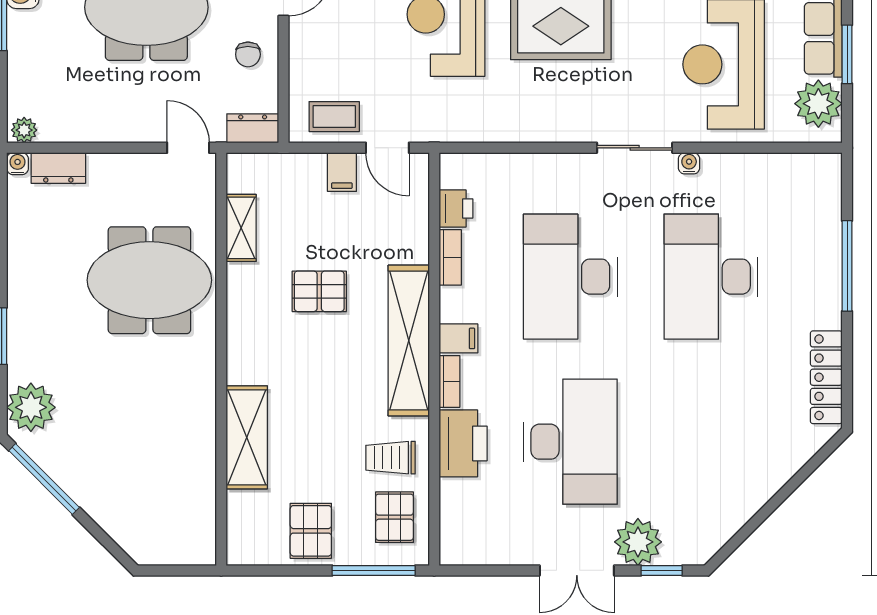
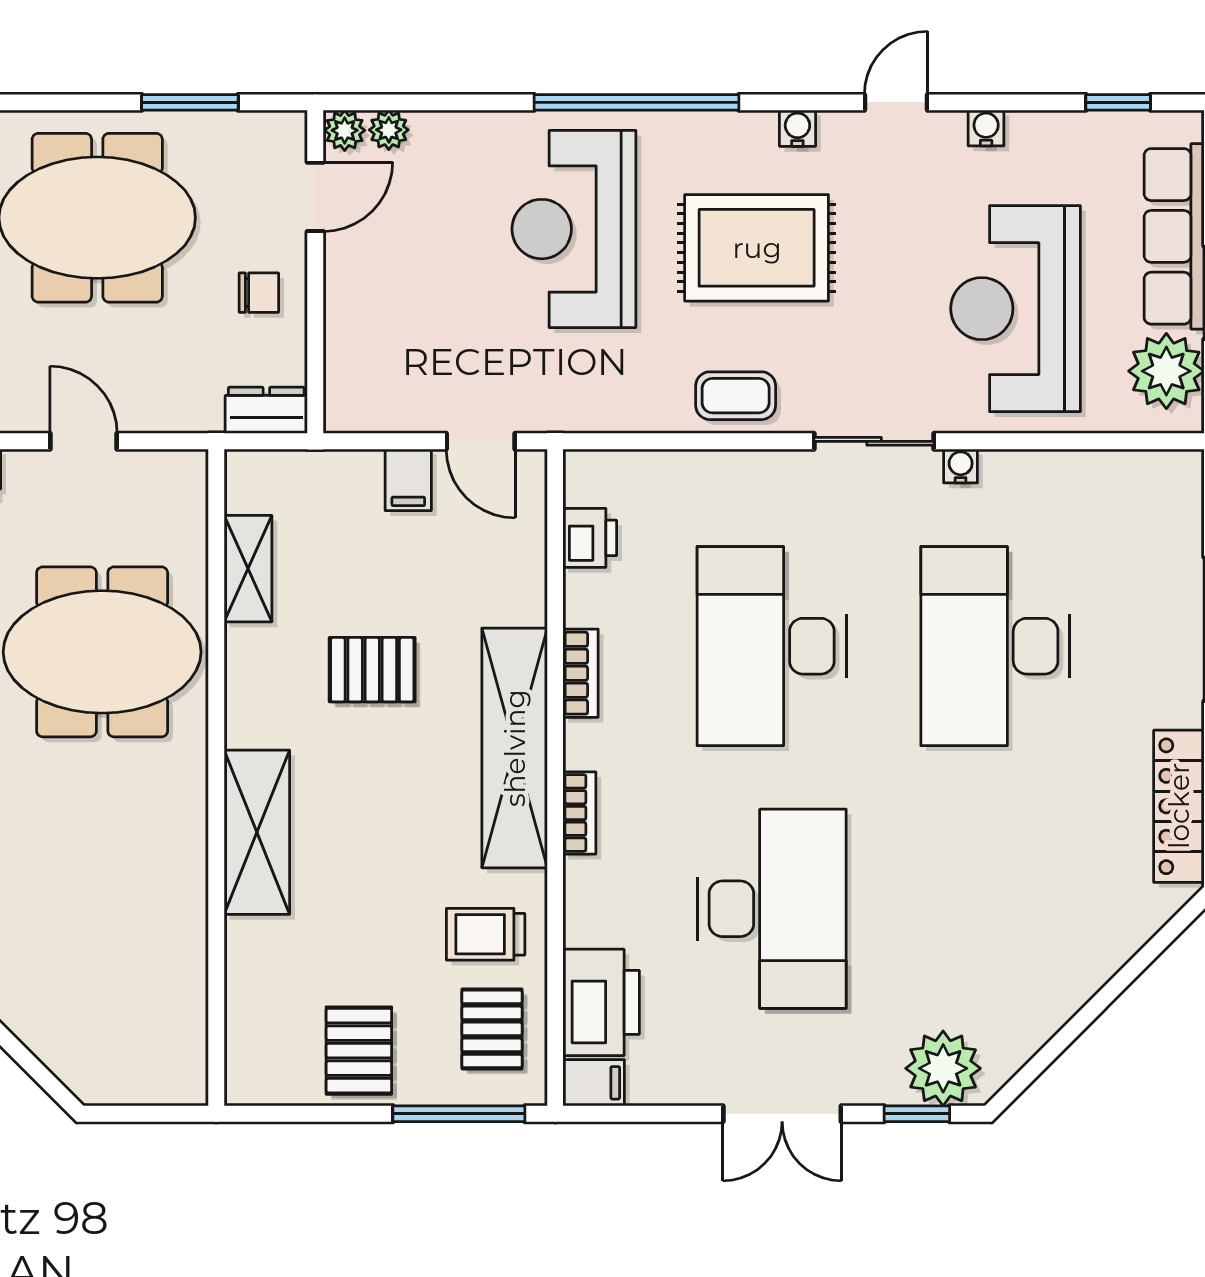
chair: (248, 54) -> (259, 293), turned -90
coffee table: (334, 117) -> (736, 396), moved
door: (188, 148) -> (84, 441), moved
bookcase: (450, 257) -> (581, 673), moved
filing cabinet: (458, 338) -> (594, 1083), moved
shelving: (247, 437) -> (257, 832), moved
printer: (463, 443) -> (601, 1002), moved
plant: (638, 542) -> (943, 1068), moved

